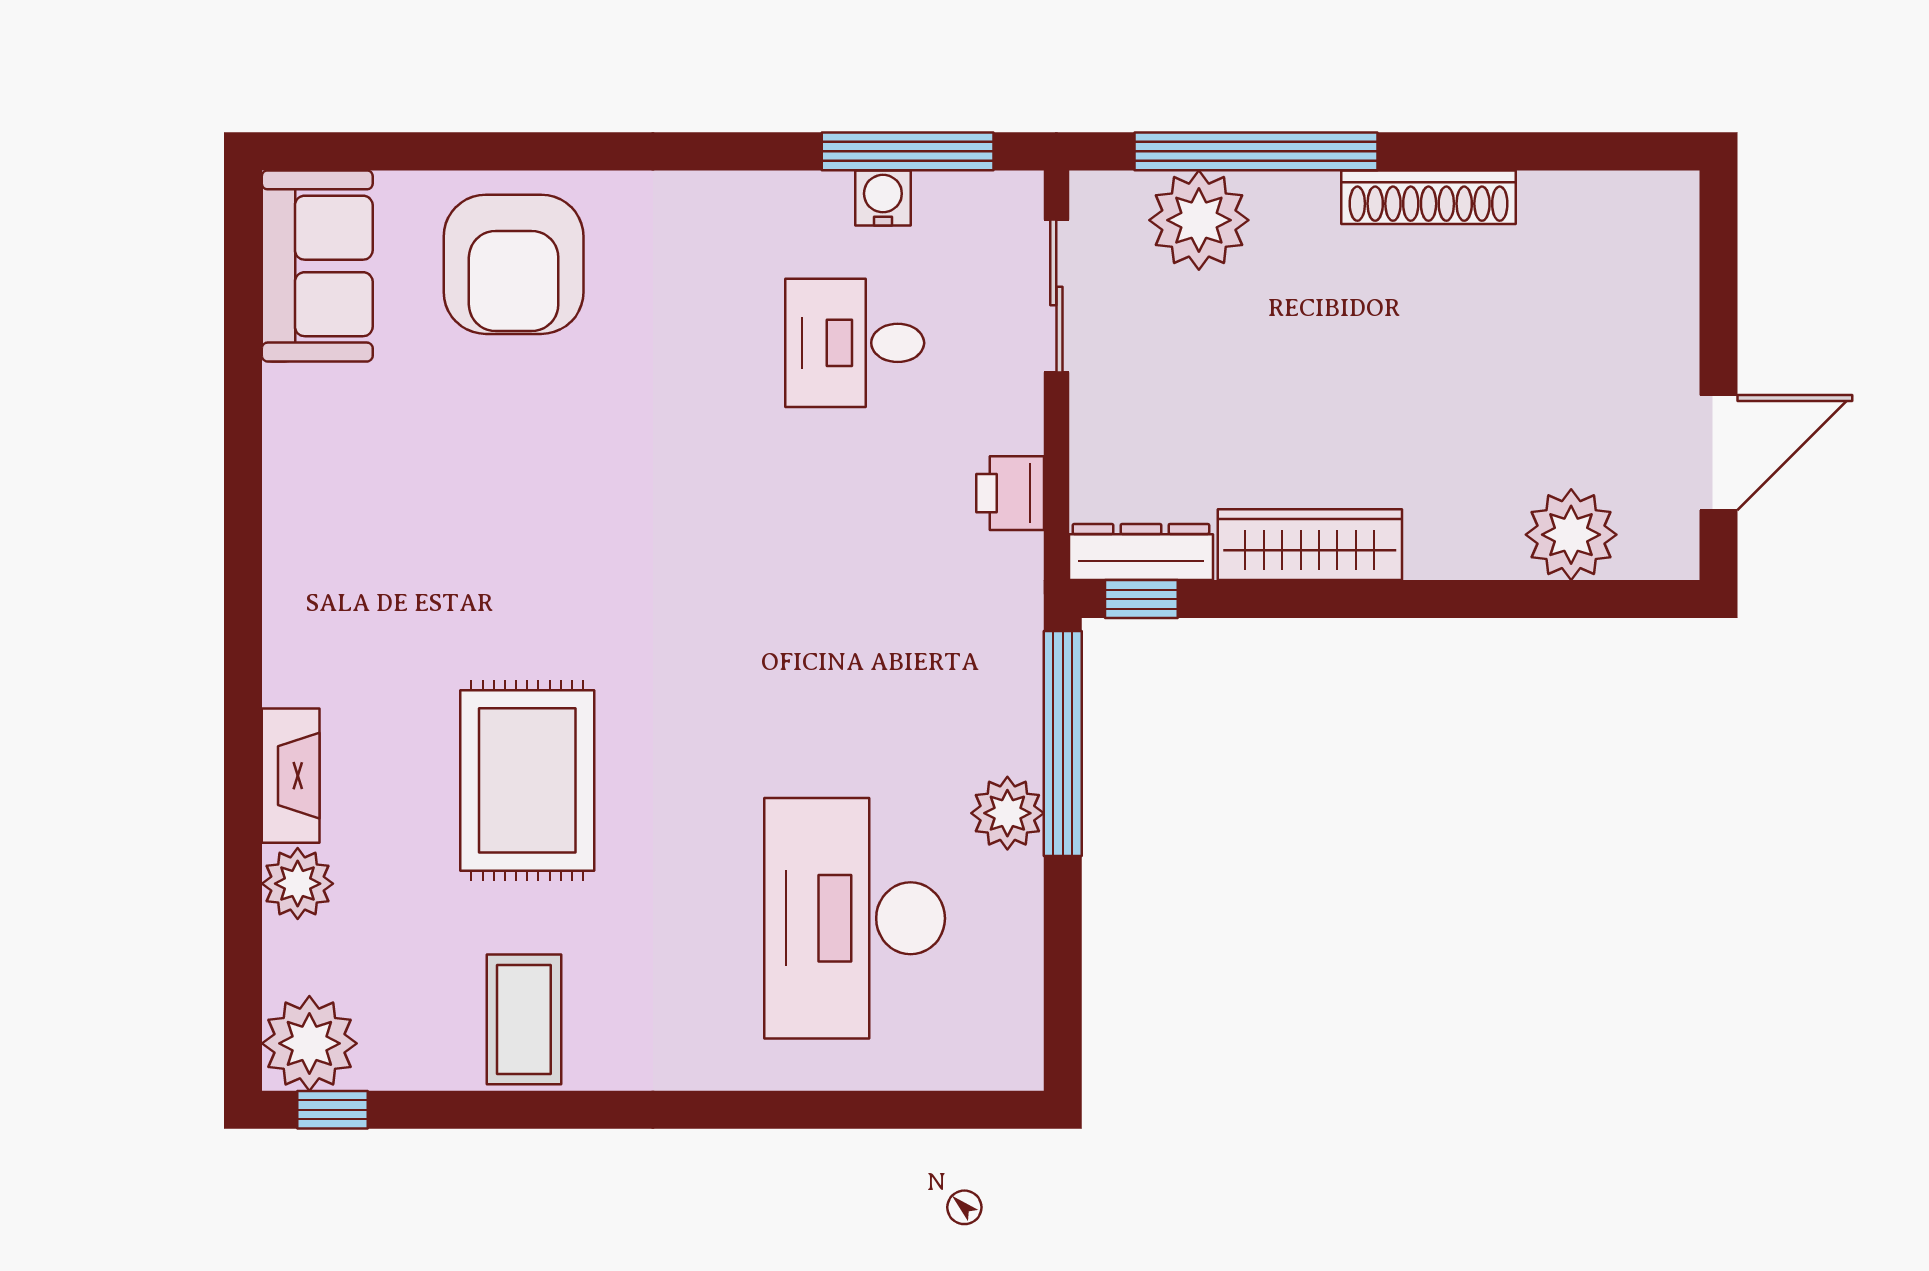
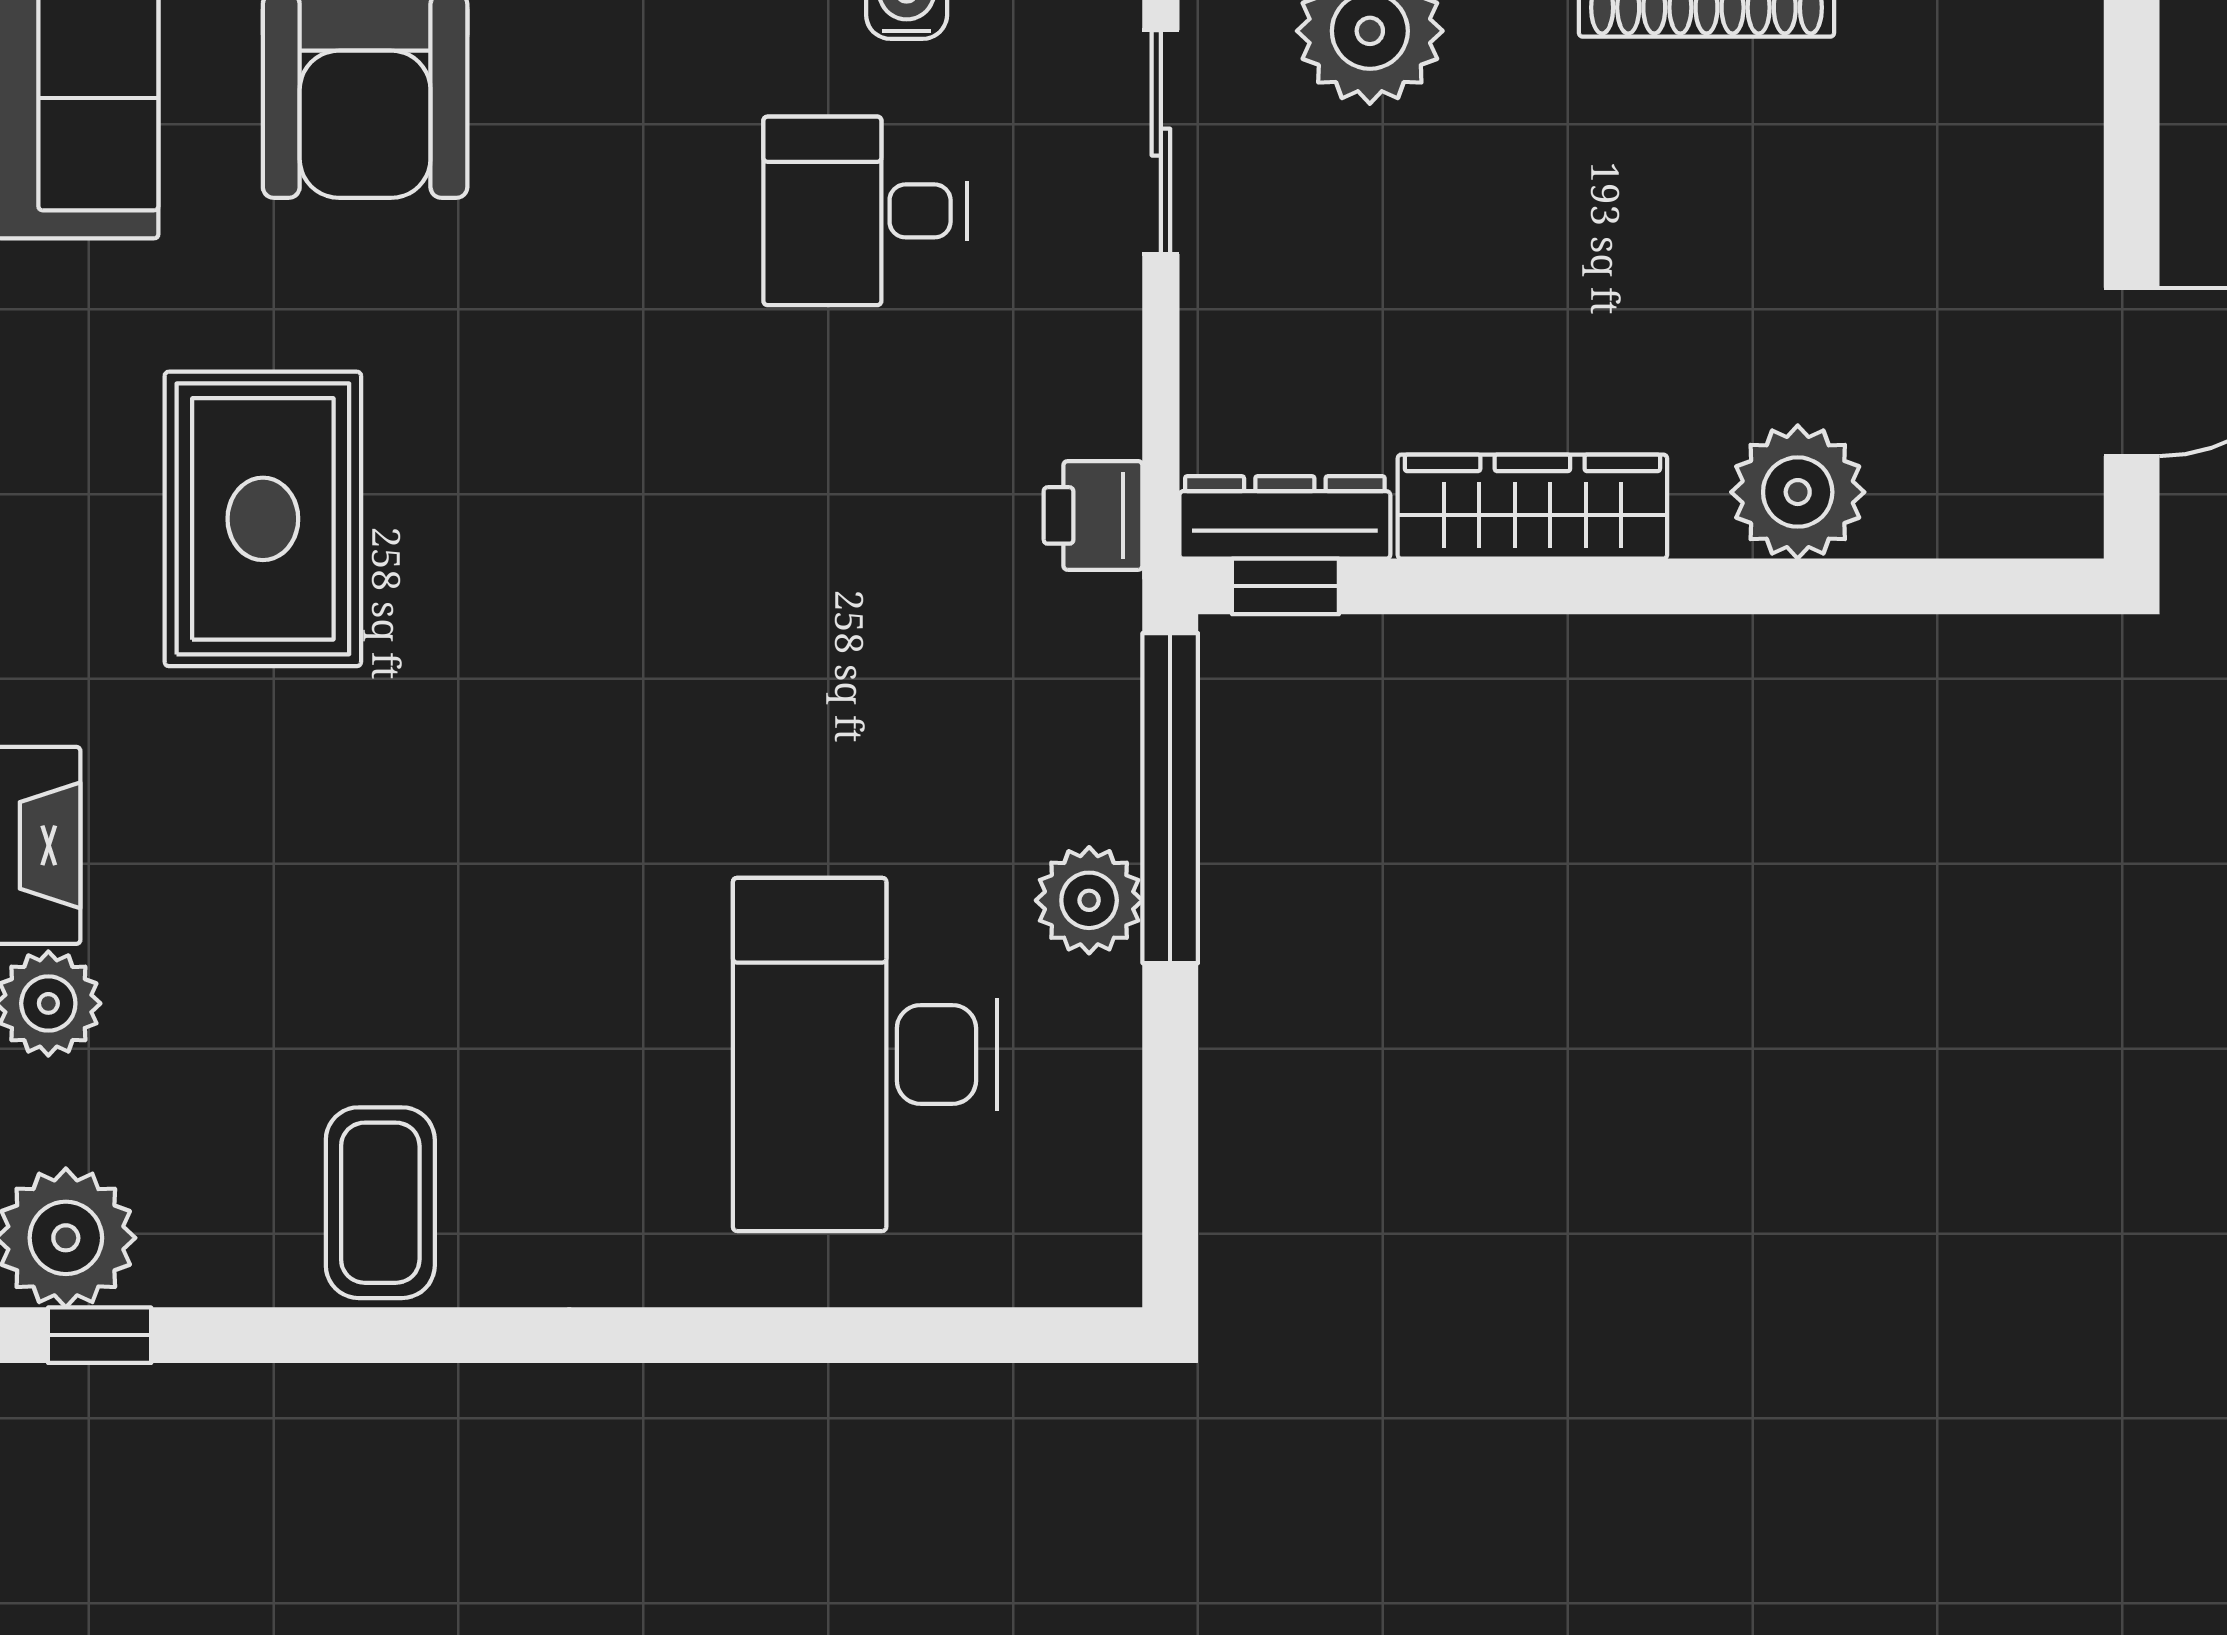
printer: (1010, 493) -> (1093, 515), moved
plant: (1571, 535) -> (1798, 492), moved
rug: (527, 780) -> (263, 519), moved

